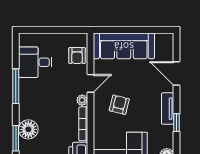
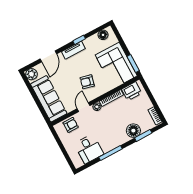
plant: (166, 41) -> (31, 74), added
door: (90, 83) -> (84, 107), hinge flipped

